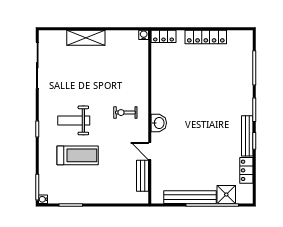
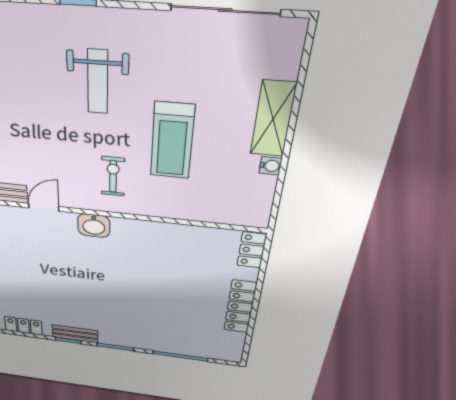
water cooler: (144, 35) -> (270, 166), moved
weight bench: (74, 120) -> (98, 82), turned 180
bench: (247, 136) -> (75, 334), width x0.73
treadmill: (78, 155) -> (172, 141), moved

